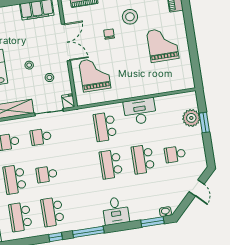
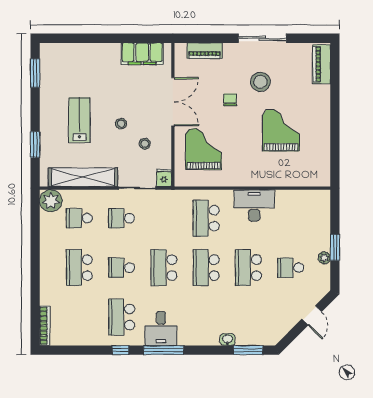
grand piano: (163, 45) -> (281, 130), moved
plant: (191, 118) -> (324, 258), moved, width x0.53, depth x0.53
window: (204, 122) -> (335, 247), moved
desk: (116, 211) -> (161, 328), moved
washbasin: (165, 212) -> (227, 340), moved
school desk: (20, 217) -> (164, 268), moved

